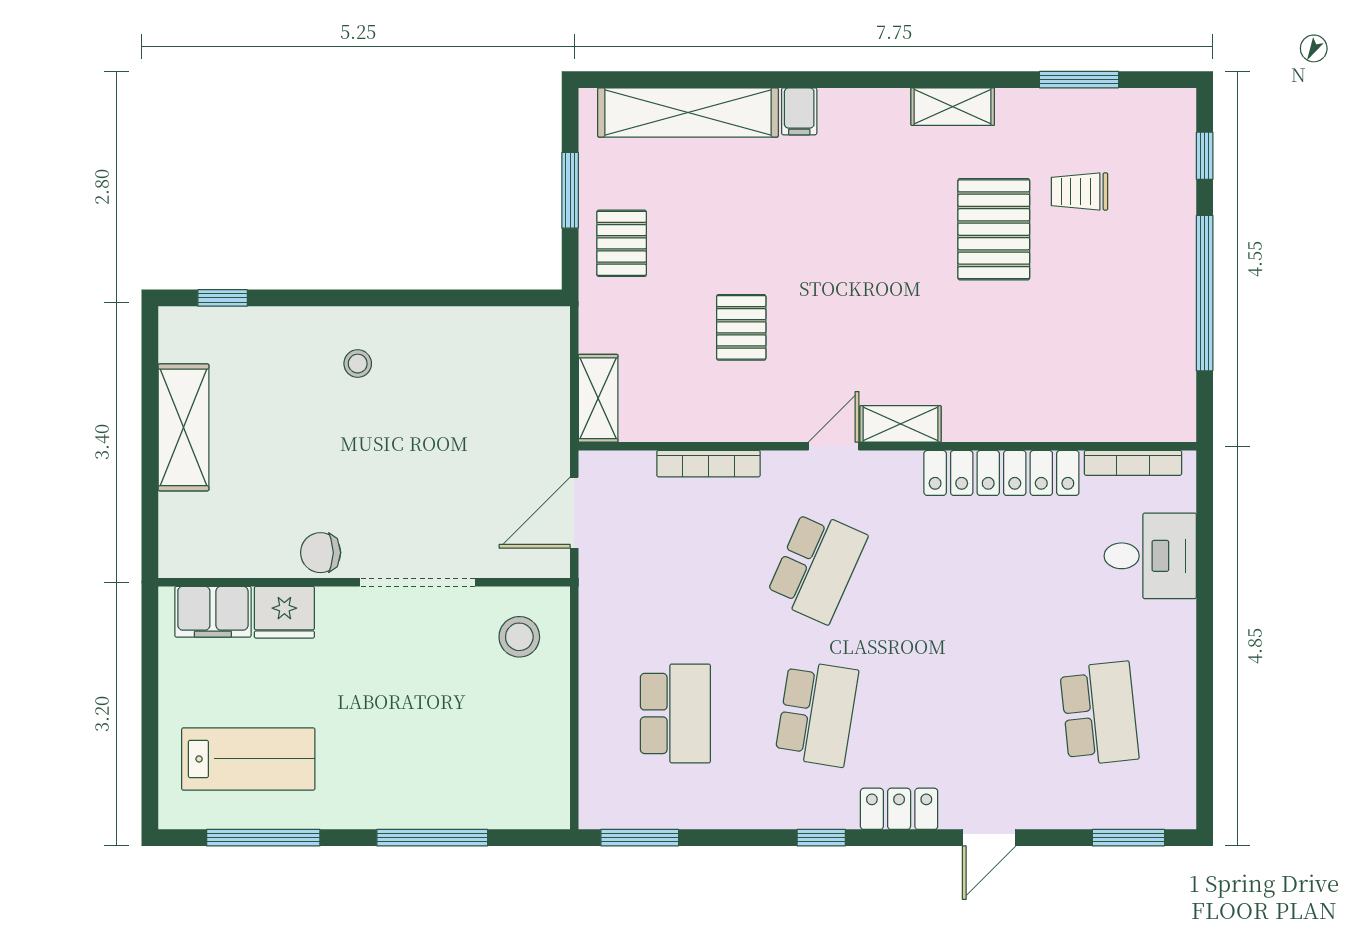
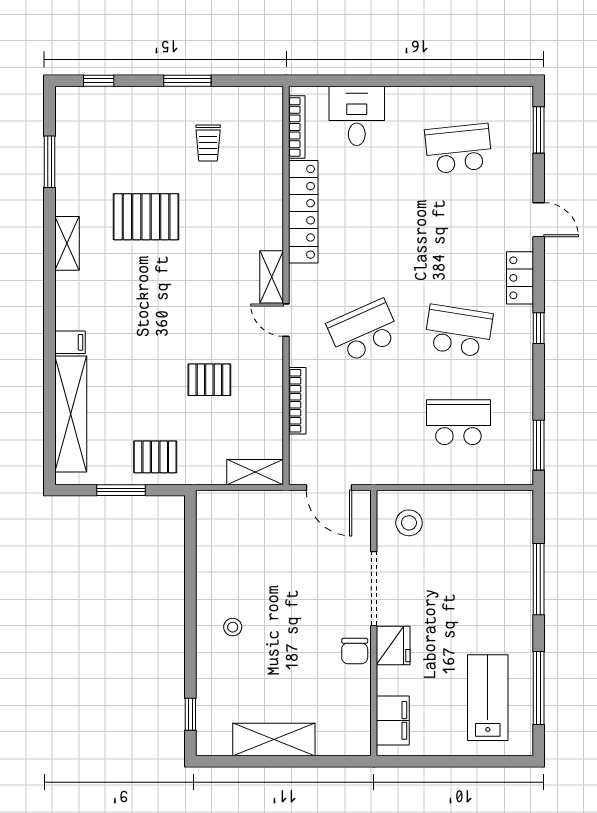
trolley: (1080, 191) -> (208, 143), moved
window: (1205, 293) -> (187, 81), width x0.47
school desk: (817, 566) -> (364, 331), turned -48
fridge: (284, 612) -> (393, 646), moved

